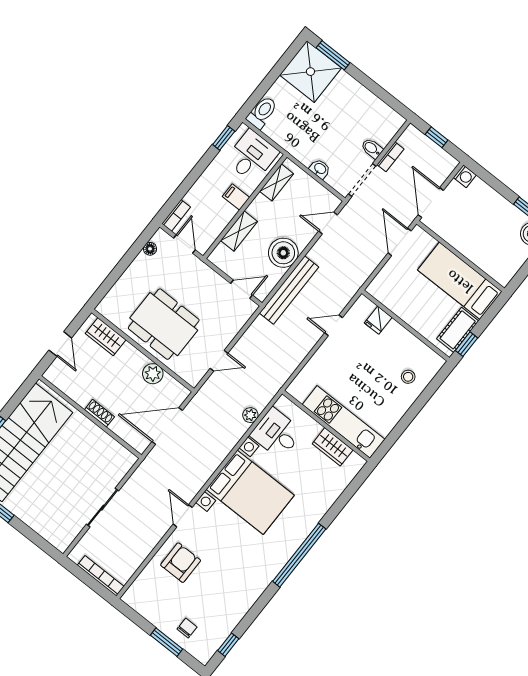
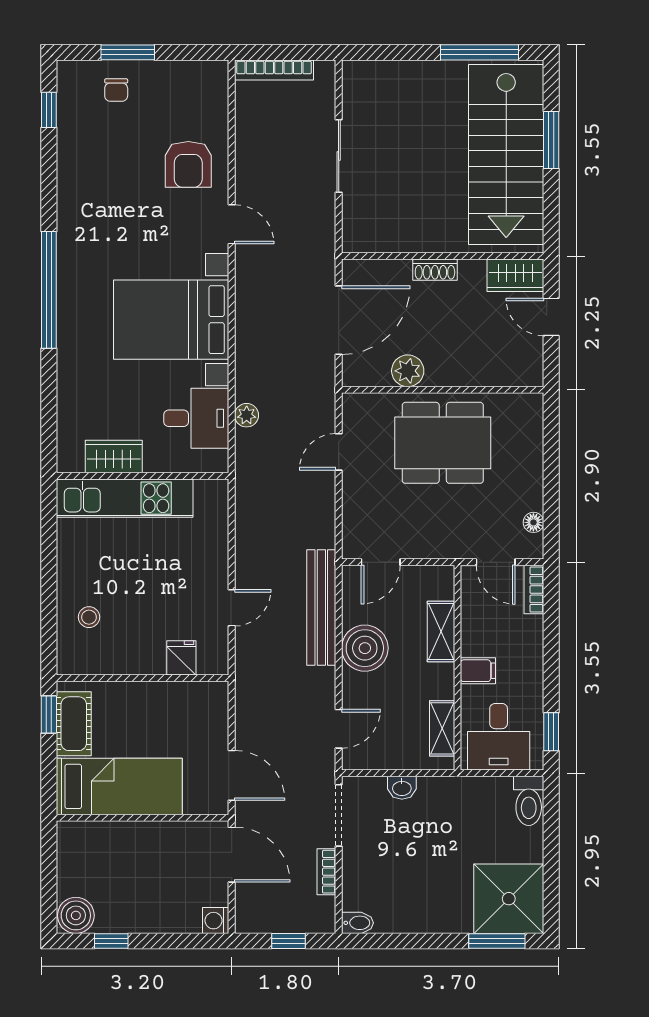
bidet: (372, 148) -> (357, 923), moved
wardrobe: (106, 337) -> (515, 275), moved, turned 180

